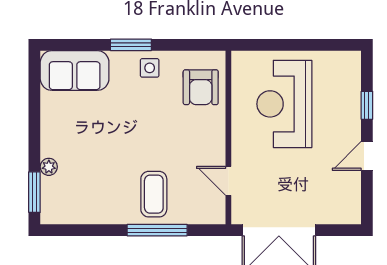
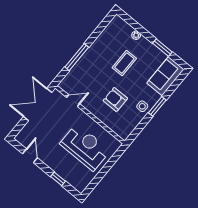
armchair: (201, 87) -> (115, 99), moved
door: (367, 156) -> (30, 156), moved
window: (34, 192) -> (162, 48), moved
coffee table: (154, 194) -> (124, 63), moved, turned 90

